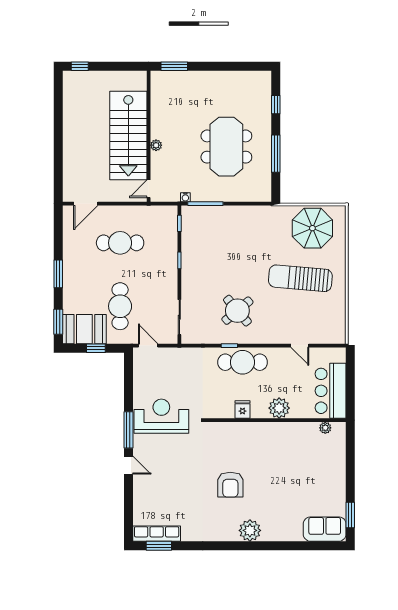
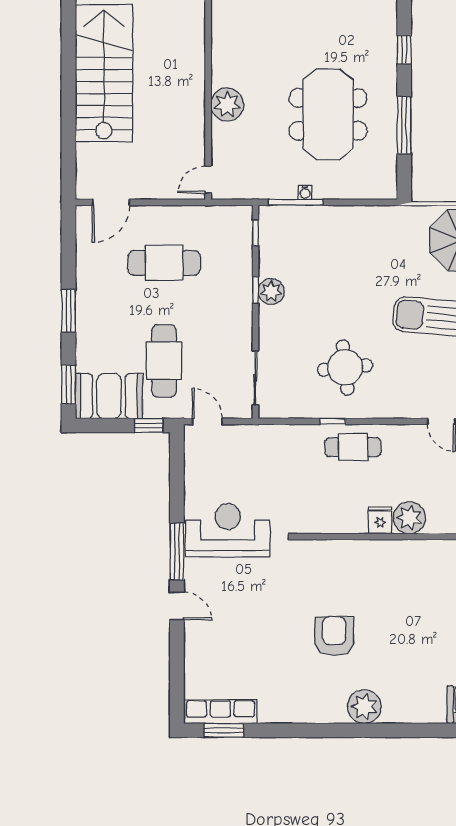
stairs: (128, 135) -> (104, 73), moved, turned 180
plant: (156, 145) -> (227, 105), width x1.88, depth x1.88
water cooler: (185, 197) -> (305, 192), moved
plant: (190, 261) -> (271, 292), added
round table: (237, 311) -> (345, 368), turned 34
window: (96, 348) -> (149, 425), moved
cafe table: (243, 362) -> (353, 447), width x0.73, depth x0.74
fridge: (242, 410) -> (380, 520), moved
armchair: (230, 485) -> (334, 636), turned 180

